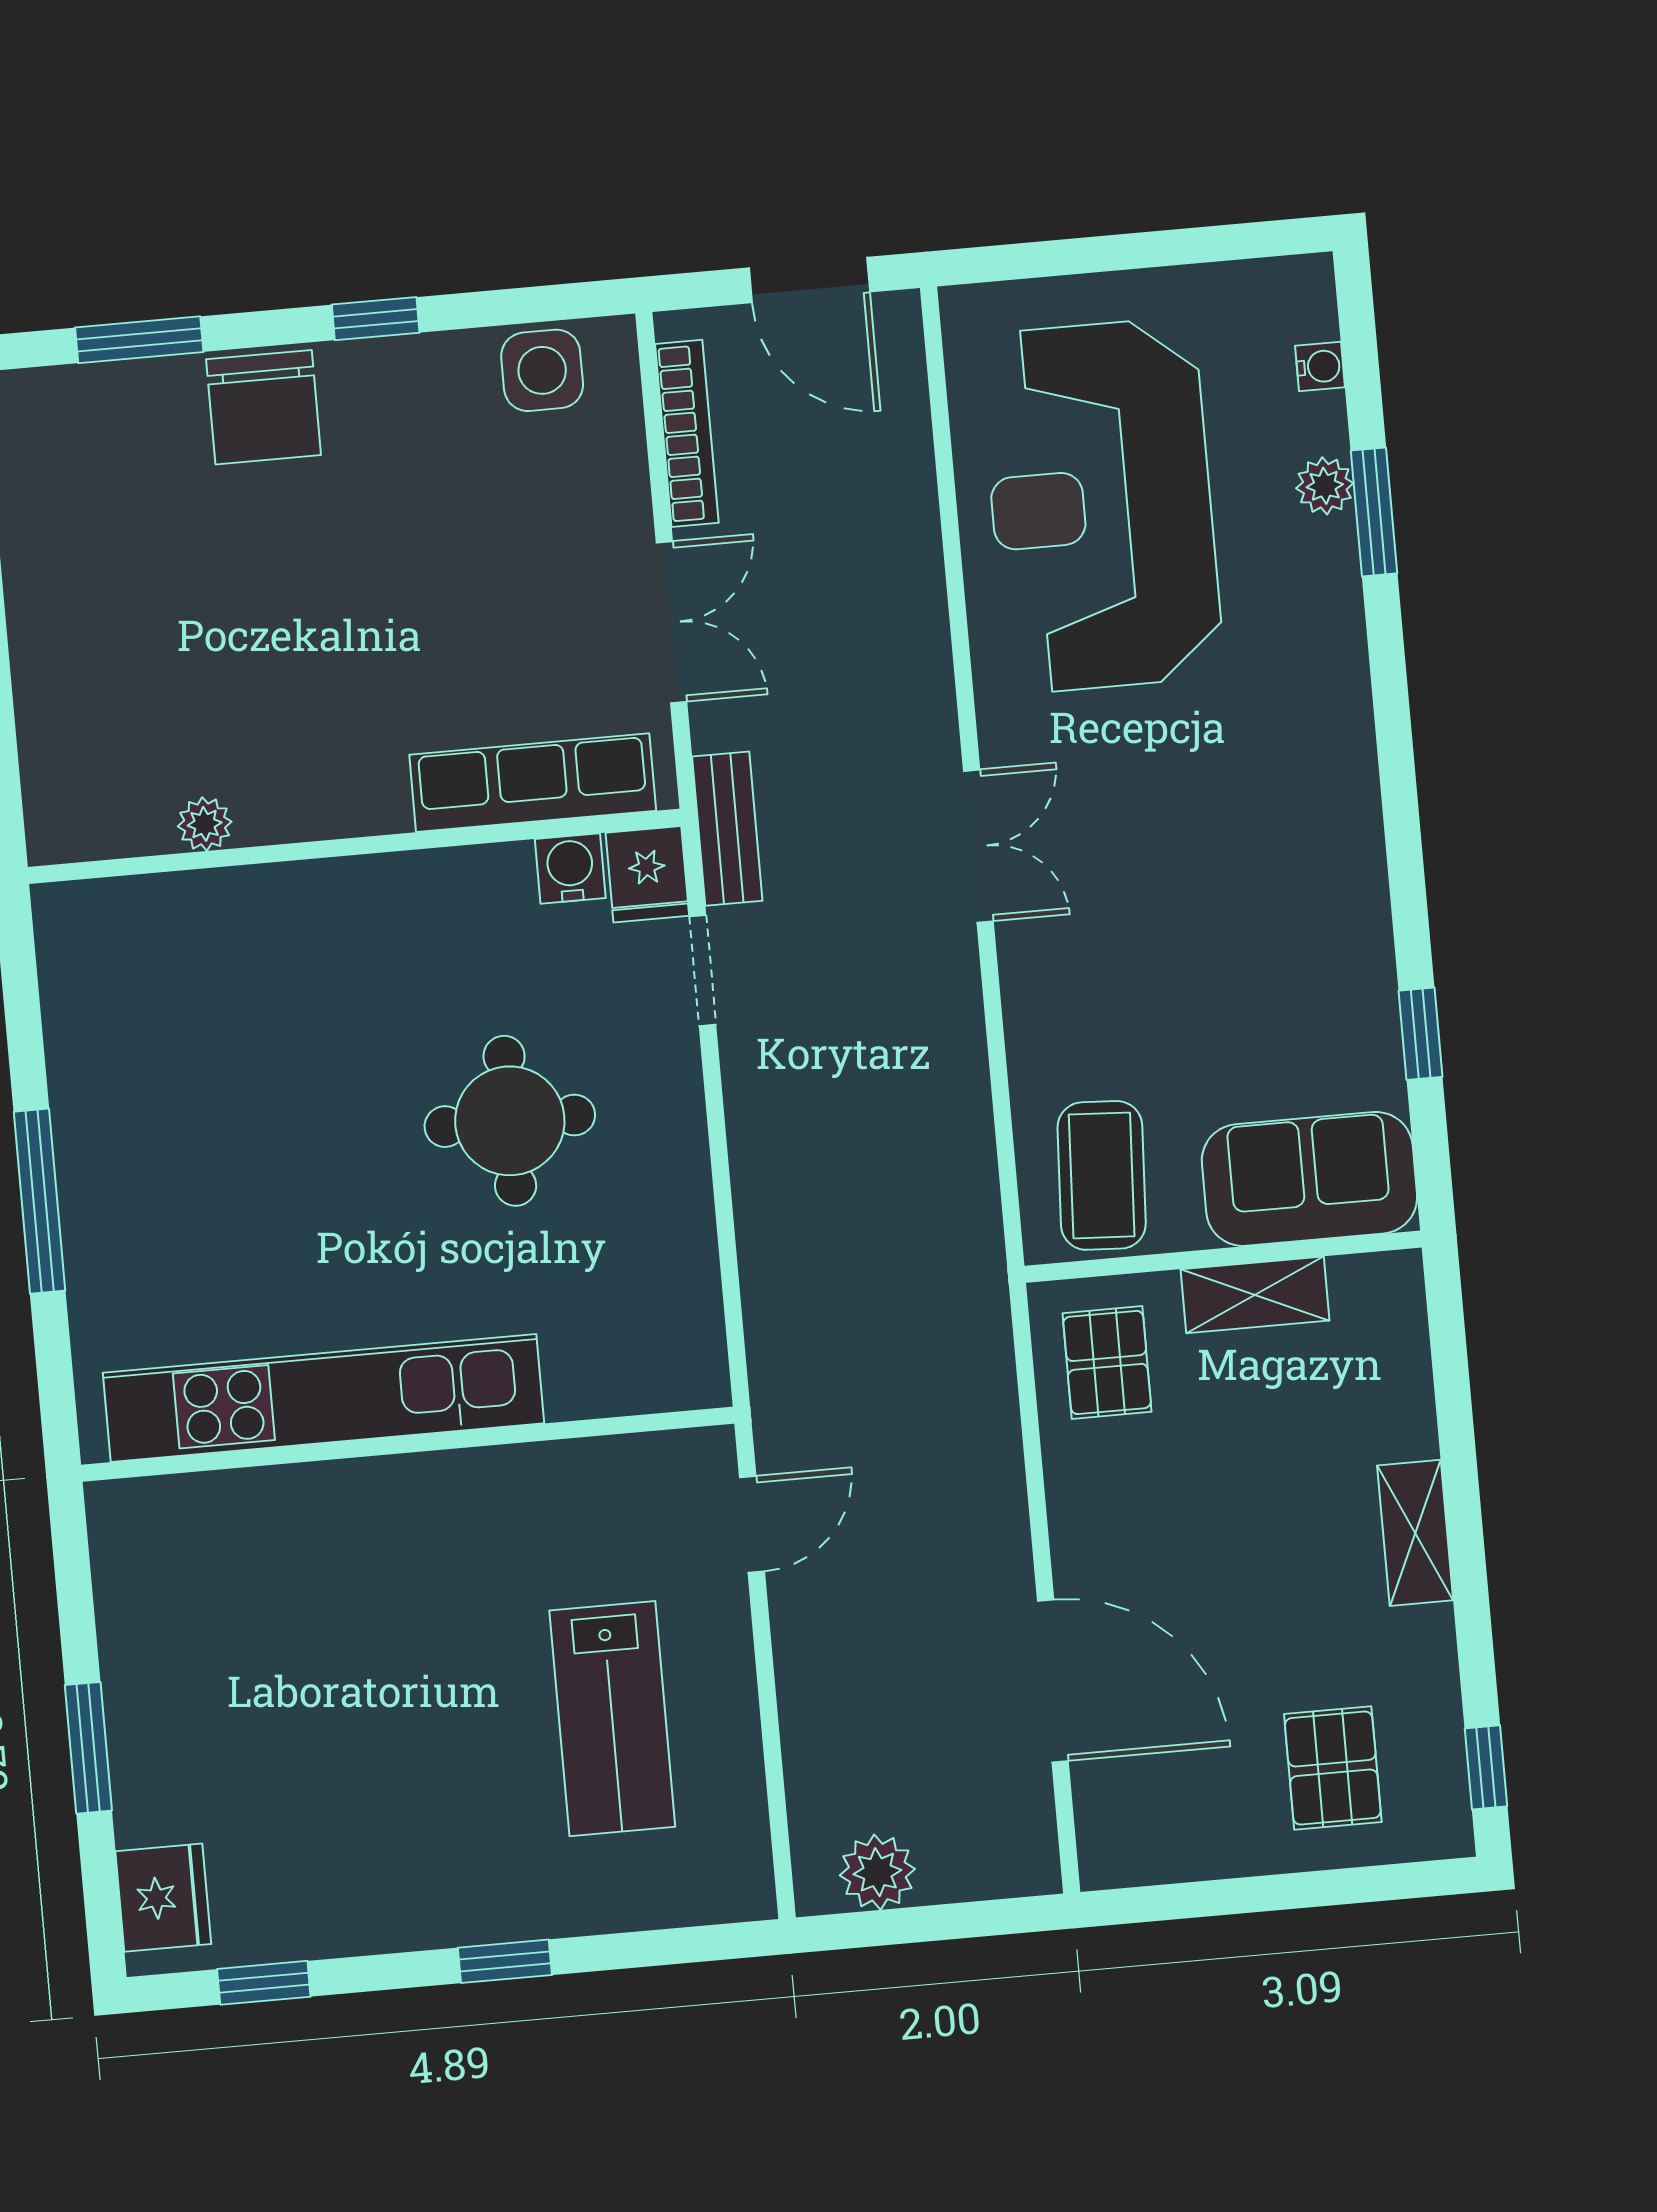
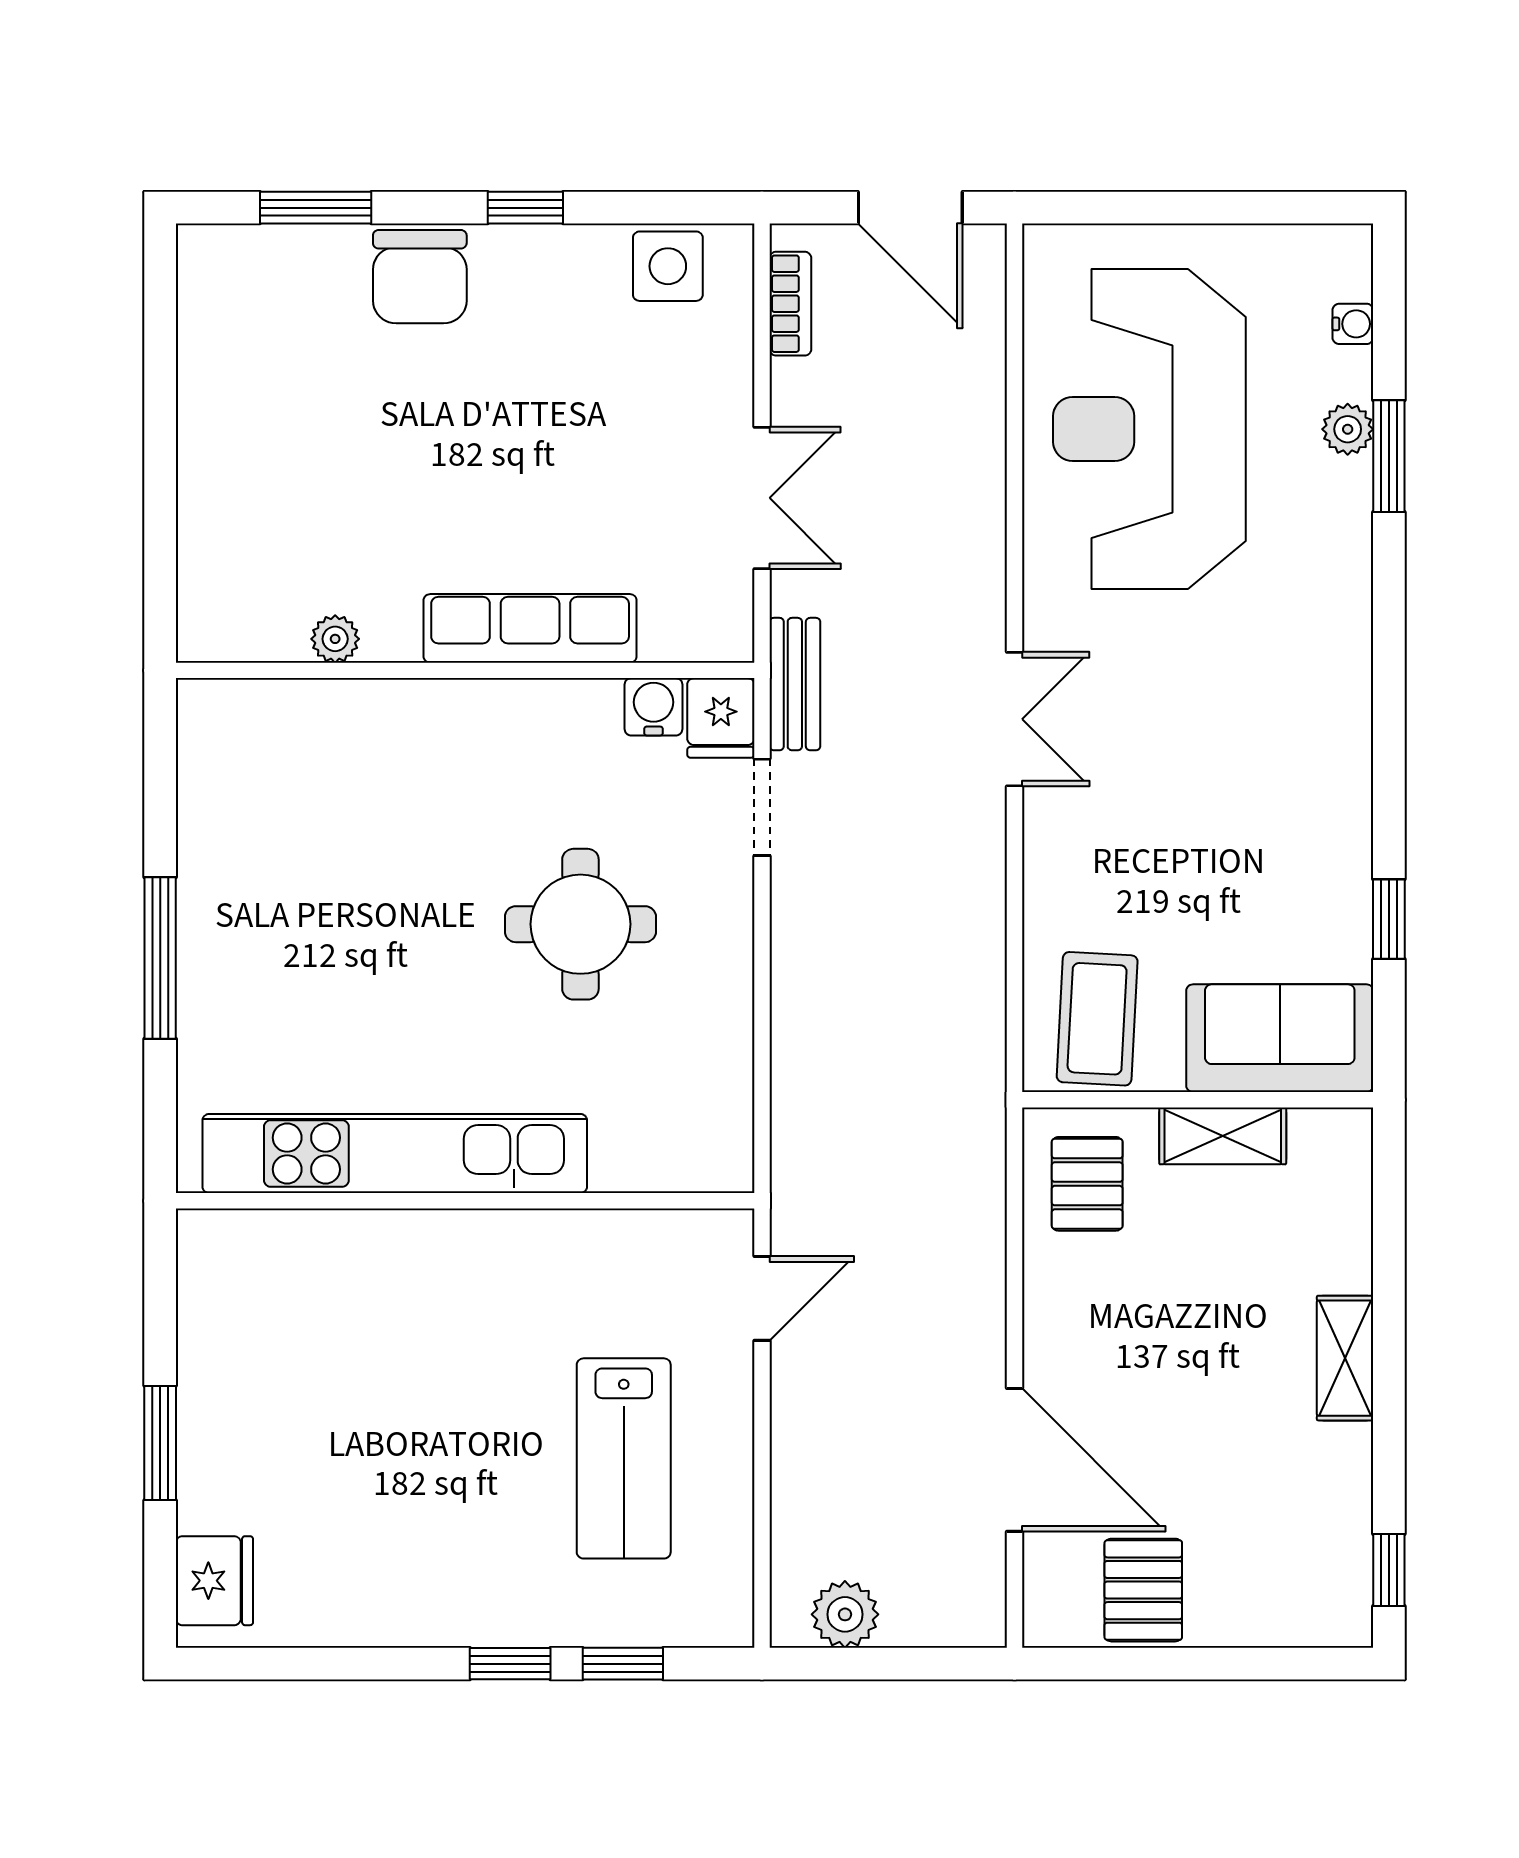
bookcase: (687, 433) -> (790, 304), width x0.64
row of seats: (533, 783) -> (530, 628), moved
pallet: (1333, 1768) -> (1143, 1590), moved
window: (264, 1983) -> (623, 1664), moved

